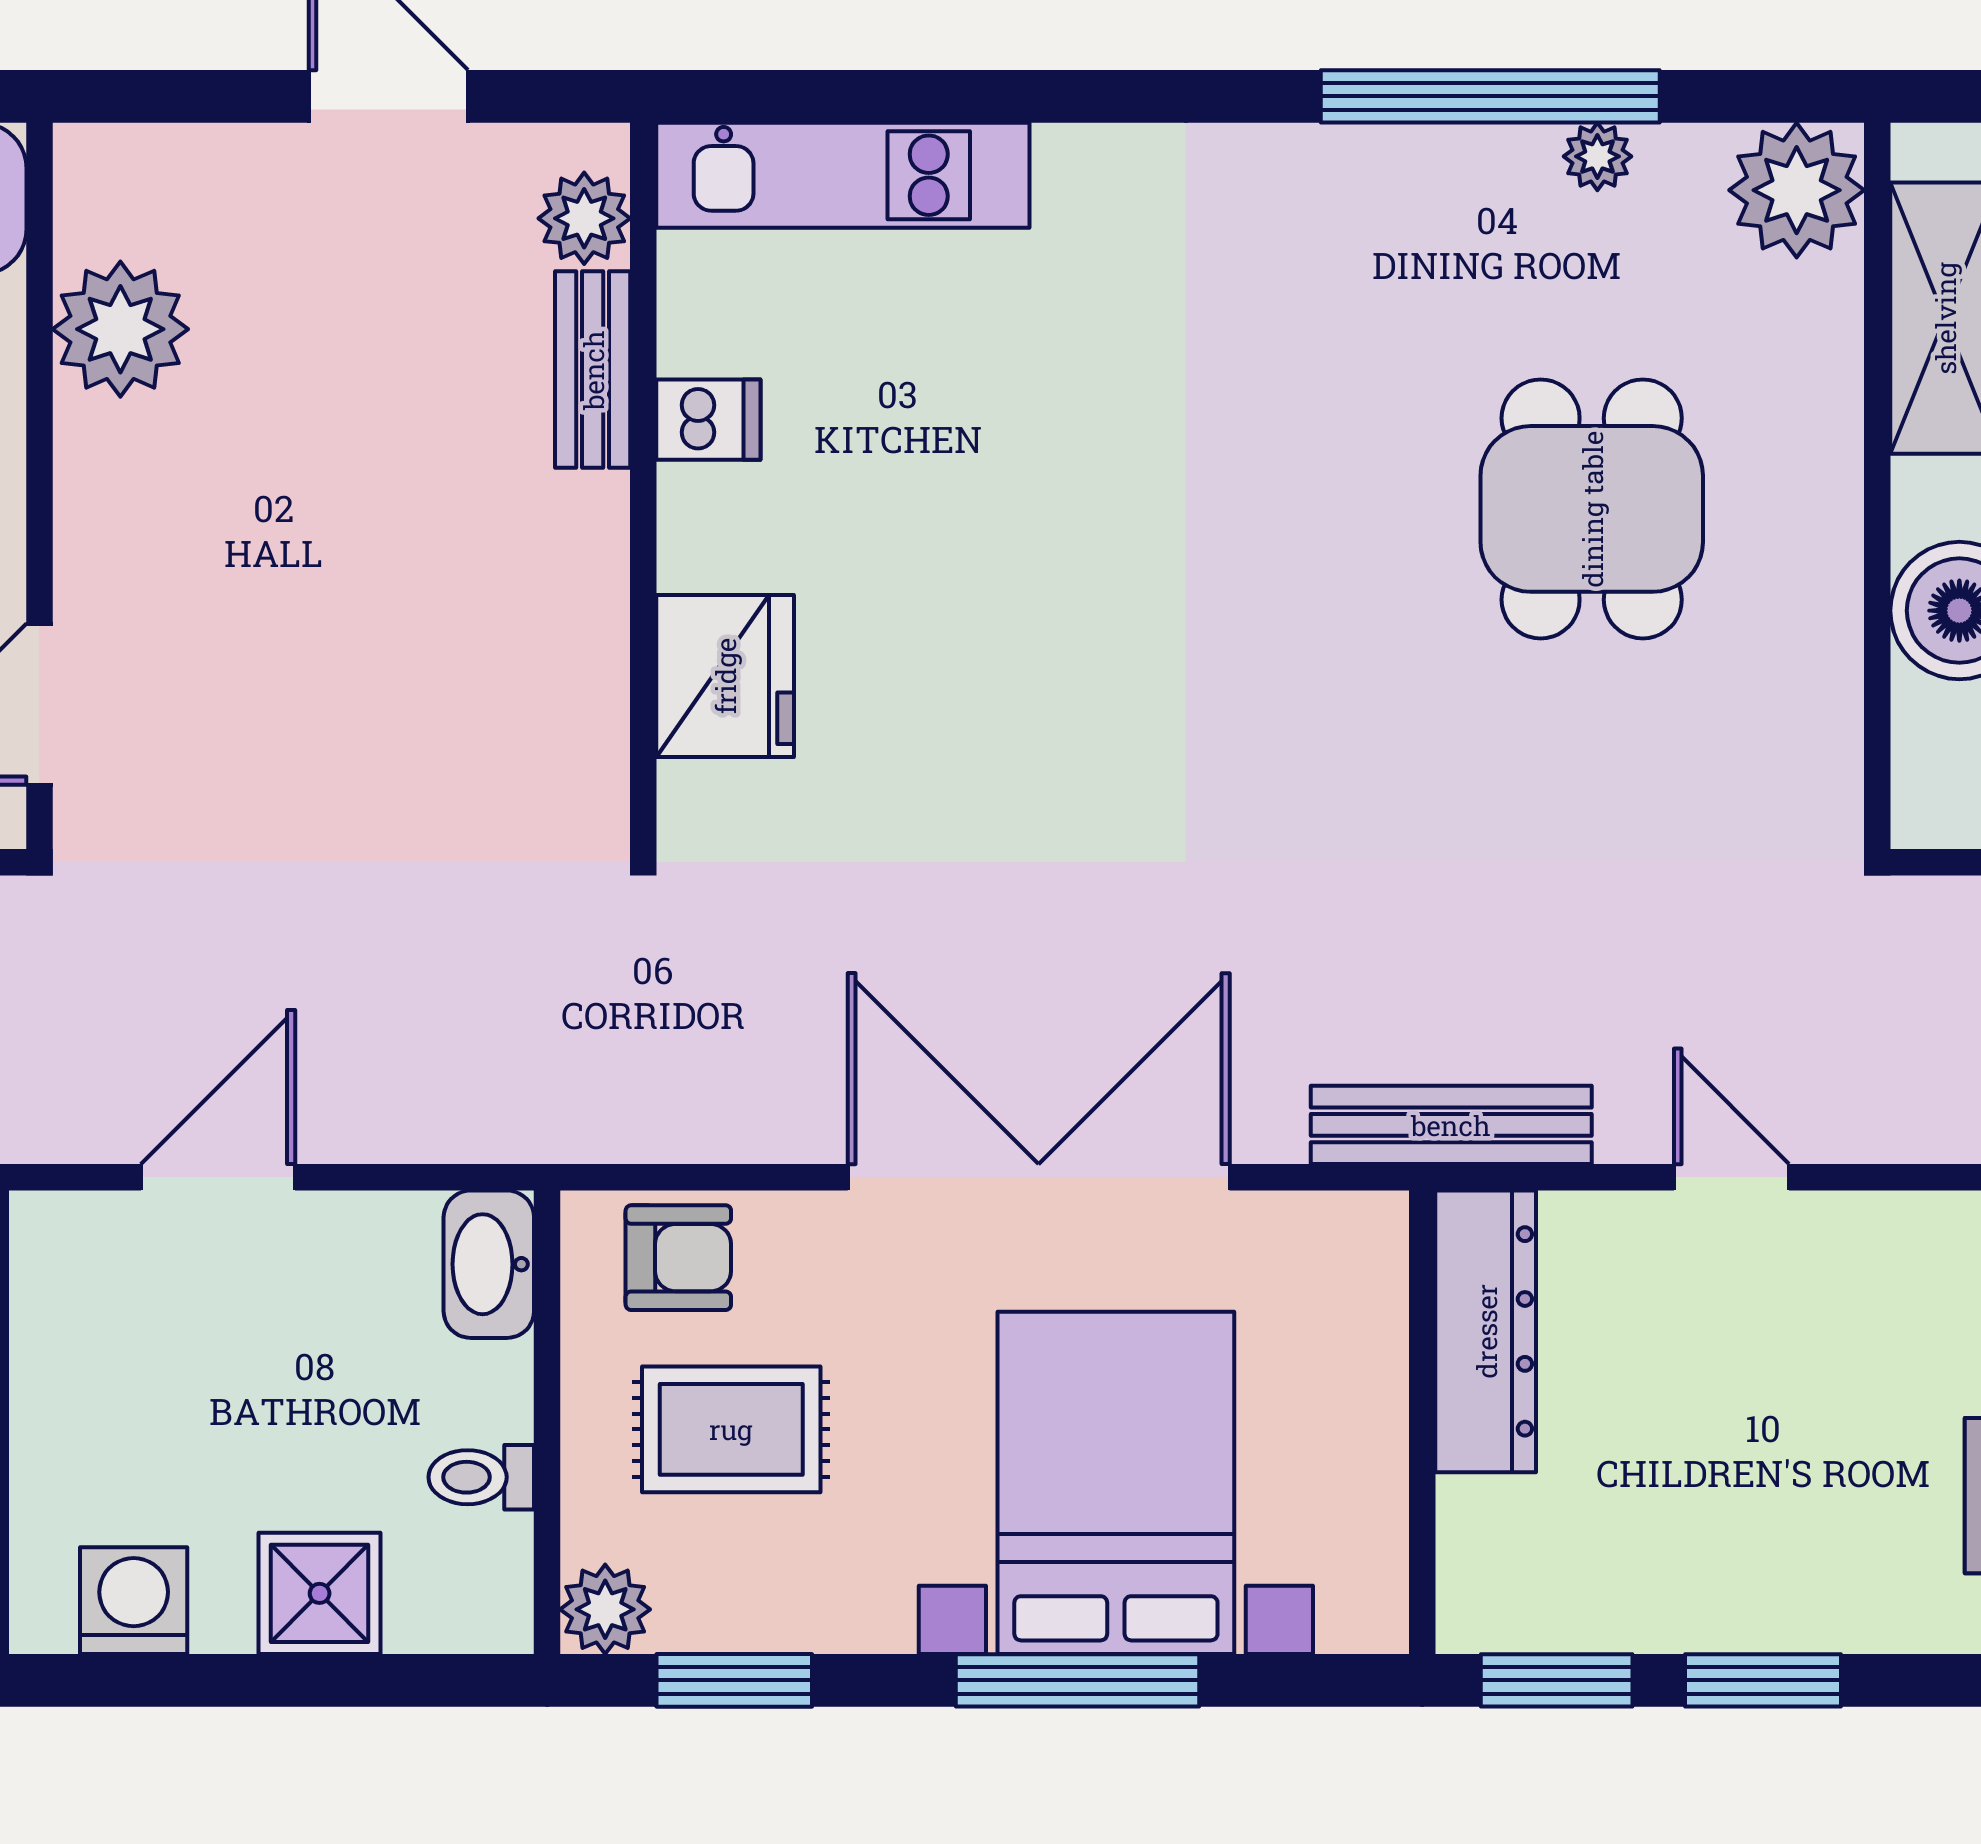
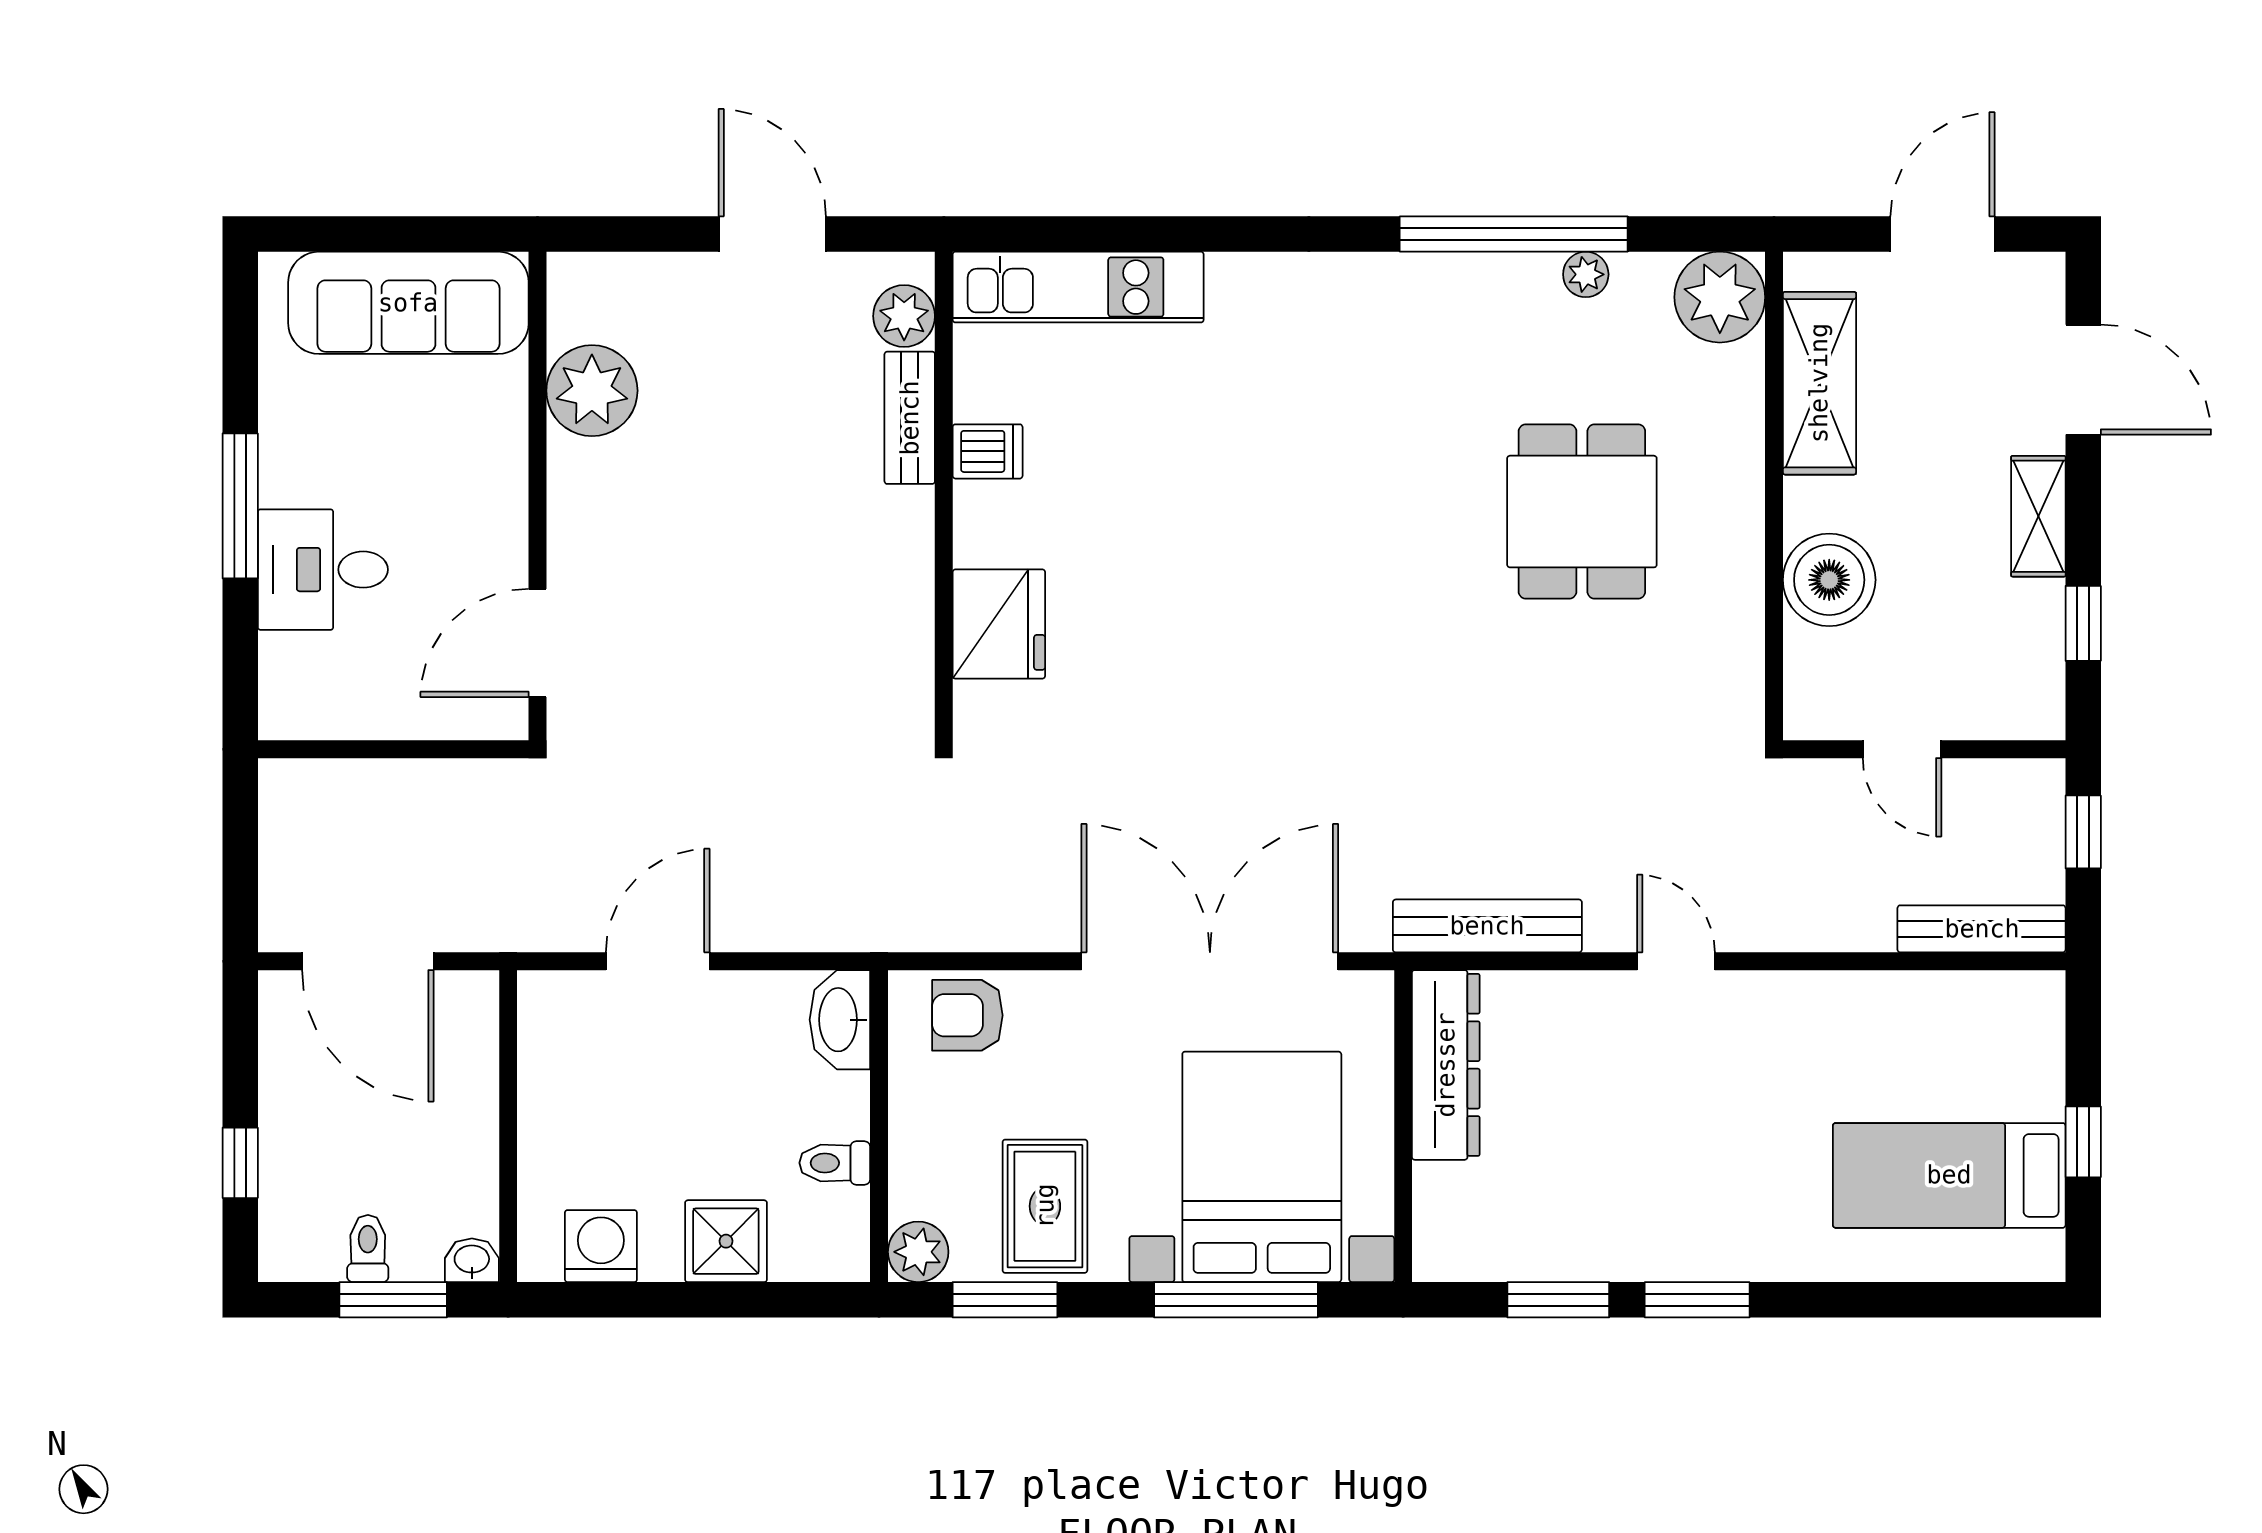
armchair: (678, 1258) -> (967, 1015), turned 180
dresser: (1486, 1331) -> (1446, 1065), moved
wall: (1422, 1422) -> (1403, 1126), moved
rug: (731, 1429) -> (1045, 1206), moved, turned 90

